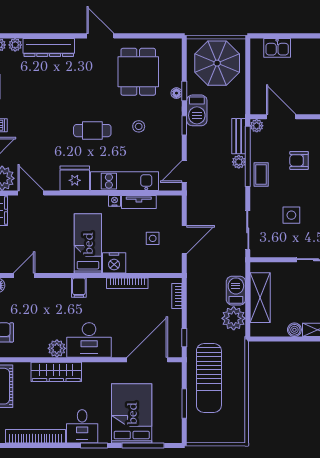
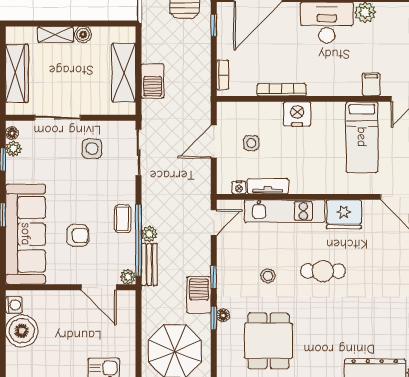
nightstand: (115, 201) -> (239, 188), moved
side table: (291, 215) -> (92, 148), moved
bed: (88, 243) -> (362, 137), moved
filing cabinet: (79, 288) -> (371, 84), moved
plant: (234, 318) -> (155, 48), removed

